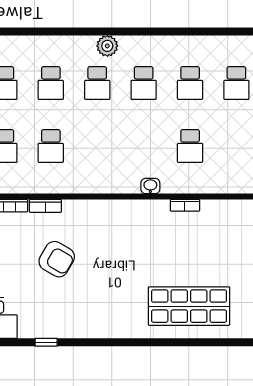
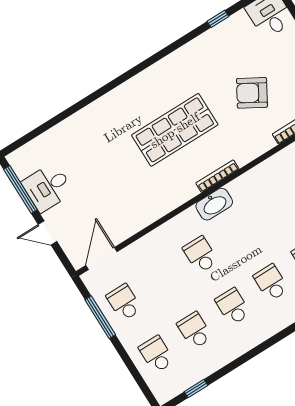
washbasin: (150, 186) -> (214, 204), width x1.91, depth x1.45
bookcase: (185, 205) -> (217, 176), moved, width x1.56
shop shelf: (189, 306) -> (175, 130), moved

